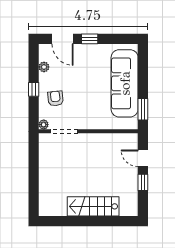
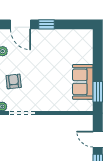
sofa: (125, 83) -> (83, 82), width x0.54, depth x0.79

